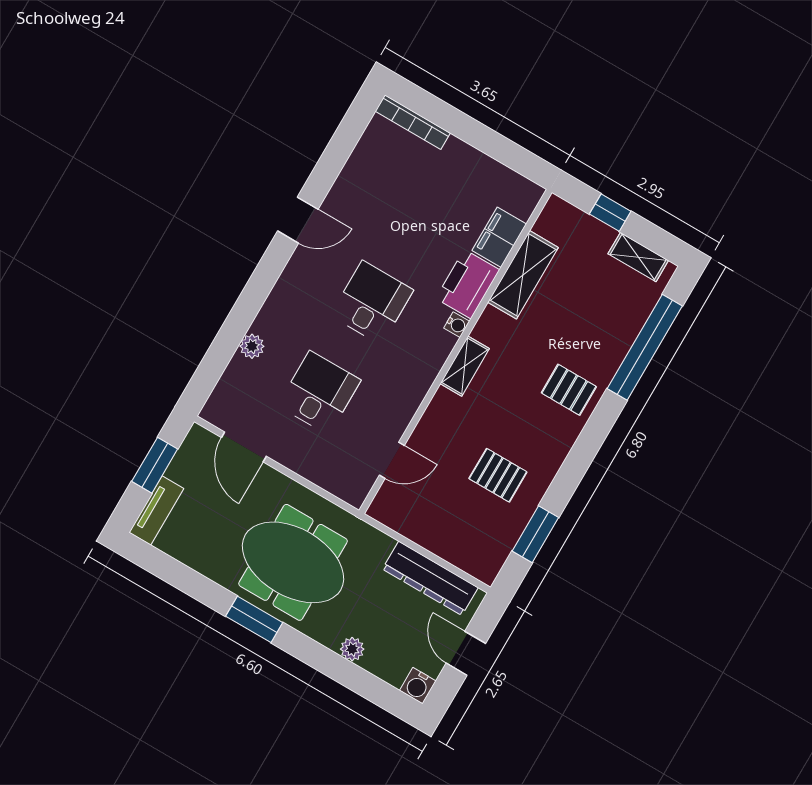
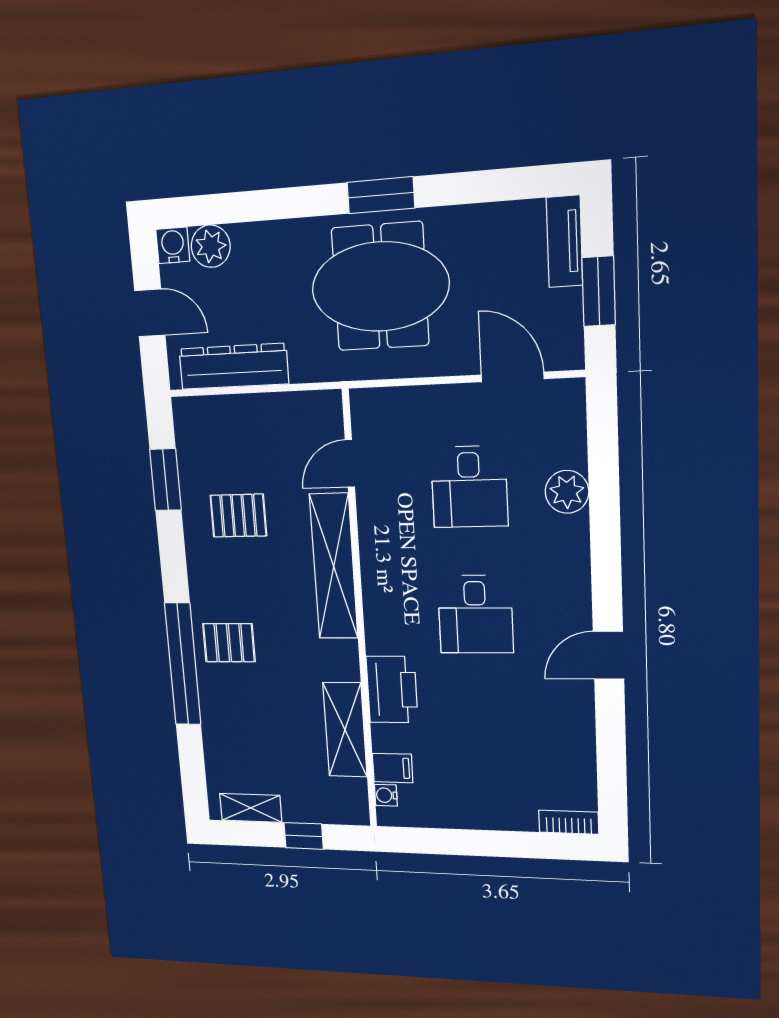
bookcase: (413, 122) -> (569, 822), width x0.64
filing cabinet: (499, 237) -> (393, 768), width x0.50
water cooler: (457, 325) -> (386, 795), moved
plant: (252, 346) -> (567, 492), width x1.38, depth x1.38
window: (645, 347) -> (183, 664), moved
shelving: (465, 366) -> (334, 566), width x2.20, depth x1.33
plant: (352, 649) -> (211, 246), moved, width x1.38, depth x1.38

